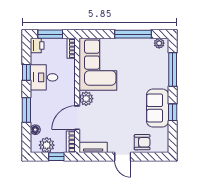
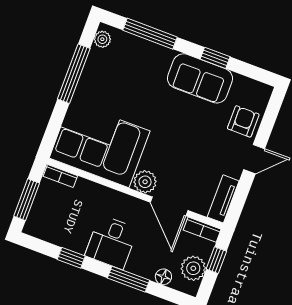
printer: (37, 45) -> (36, 226), removed
desk: (44, 77) -> (111, 242), moved

